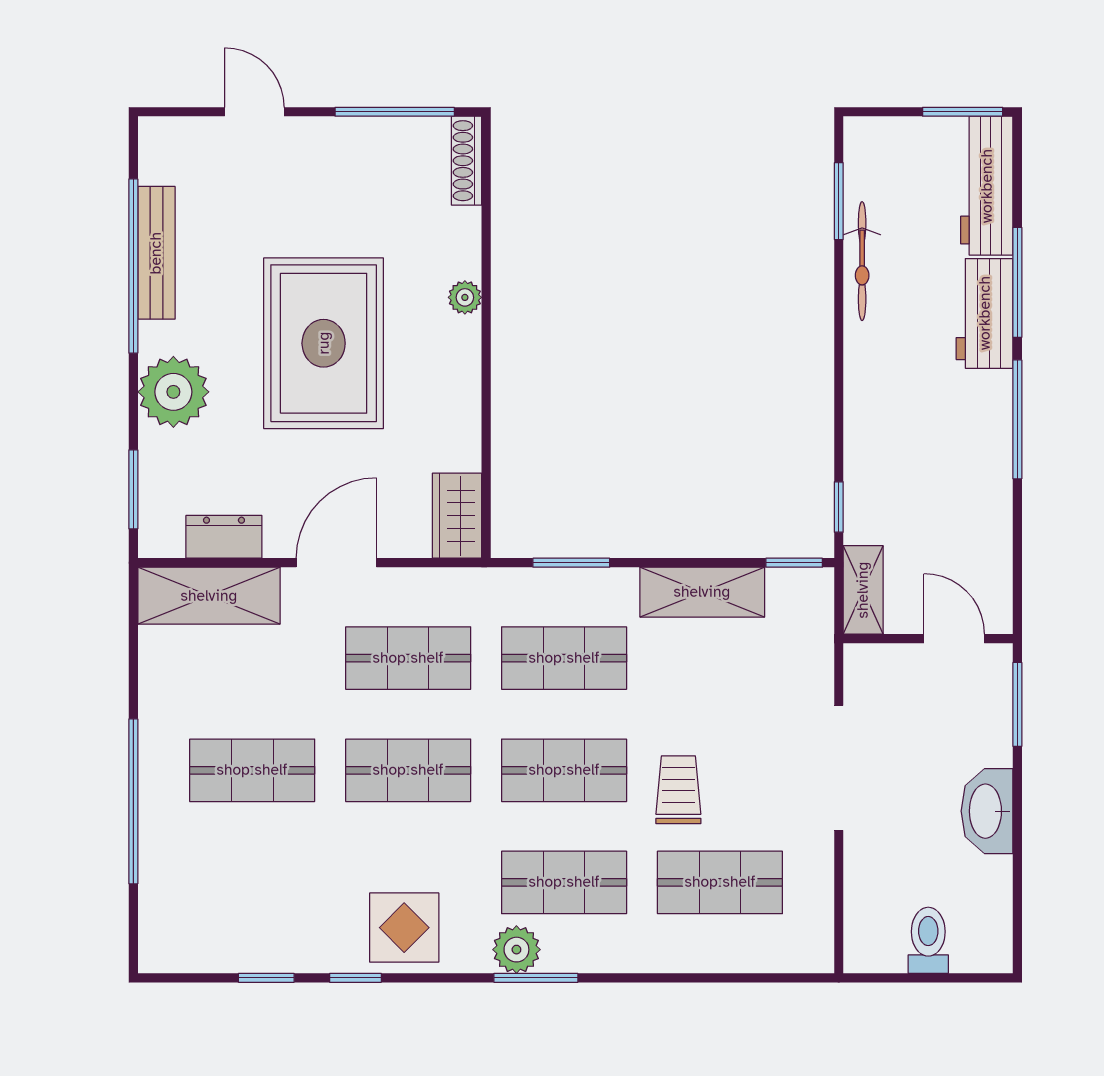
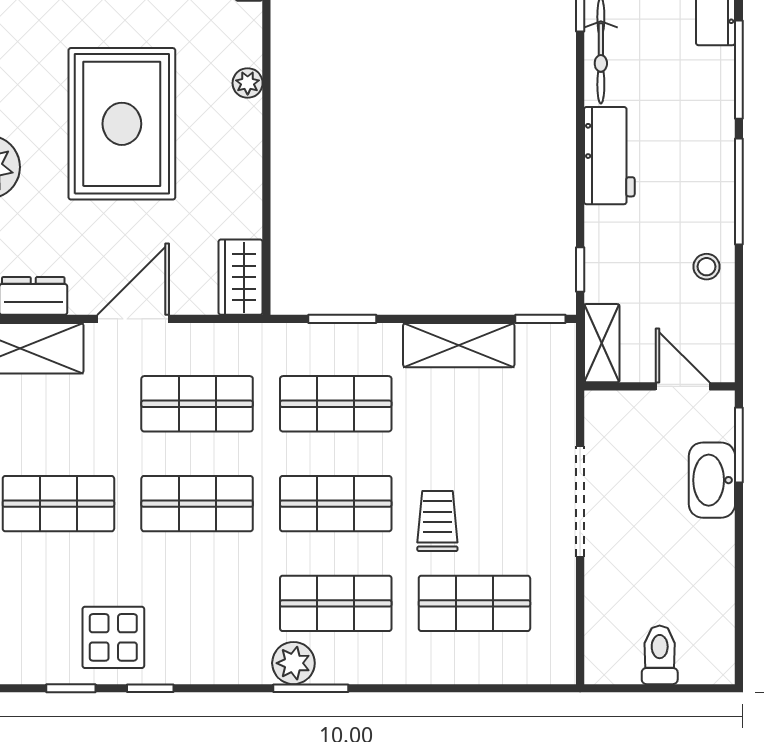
workbench: (985, 313) -> (609, 156), moved, turned 180
stool: (981, 504) -> (707, 267), added
washbasin: (987, 811) -> (712, 480), moved
display table: (404, 928) -> (113, 637), moved

